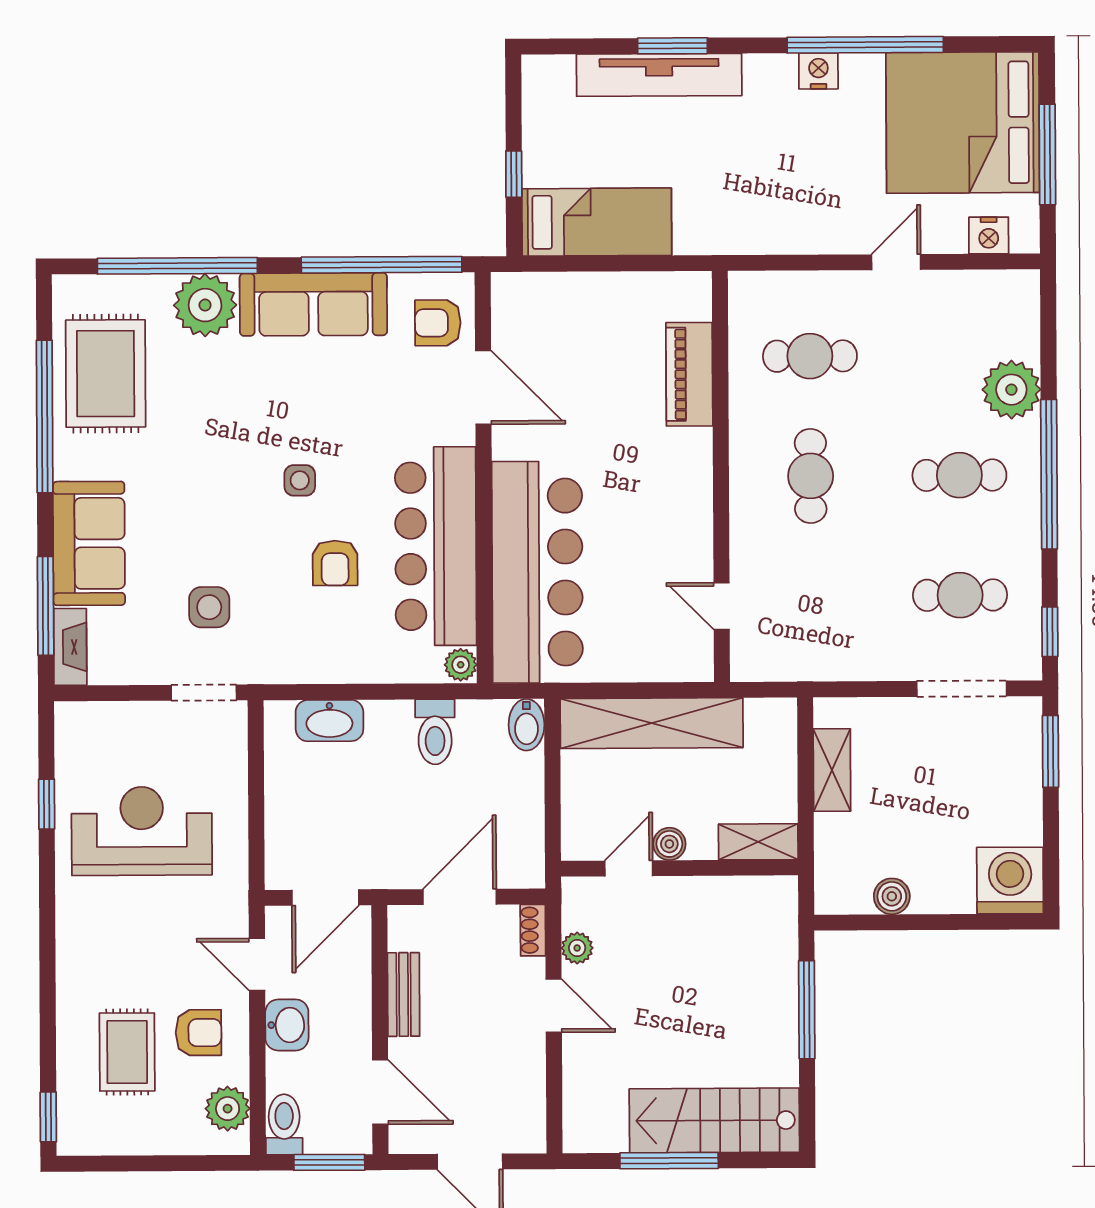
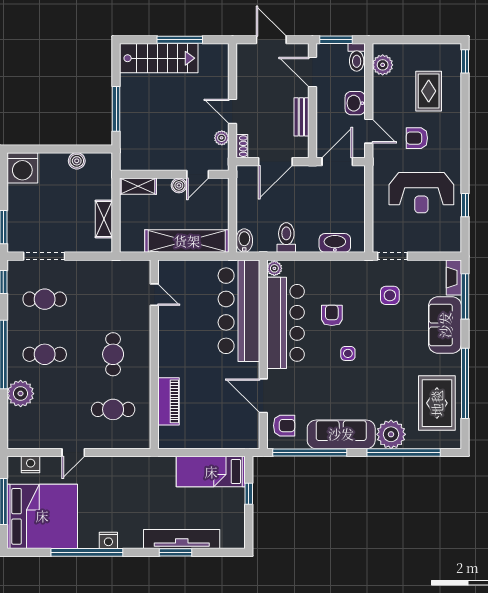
armchair: (199, 1033) -> (417, 138), moved

